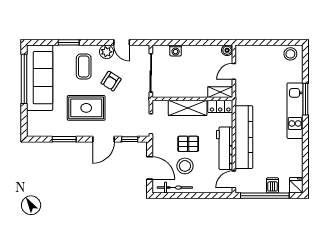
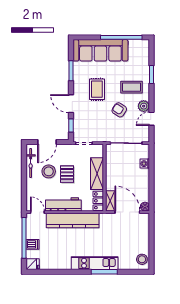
door: (234, 71) -> (127, 212), width x1.88
sofa: (40, 78) -> (100, 50), moved
rug: (86, 108) -> (97, 89), width x0.73, depth x0.70

